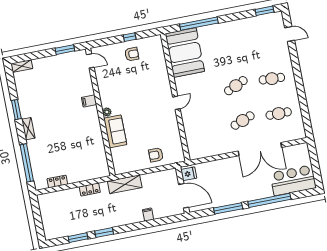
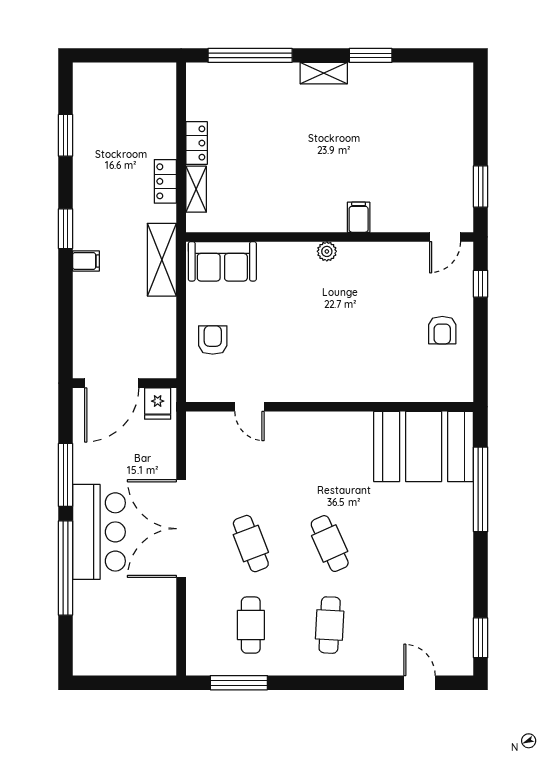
door: (290, 34) -> (419, 683), swing flipped
window: (130, 37) -> (481, 284), moved
shelving: (22, 66) -> (196, 189), moved
door: (176, 103) -> (249, 407), moved
window: (305, 114) -> (239, 683), added
sofa: (115, 131) -> (222, 261), moved
double door: (260, 149) -> (181, 529), moved
bar counter: (293, 180) -> (99, 532), moved
locker: (57, 181) -> (197, 143), moved
filing cabinet: (148, 215) -> (86, 261), moved
window: (104, 233) -> (66, 229), moved

